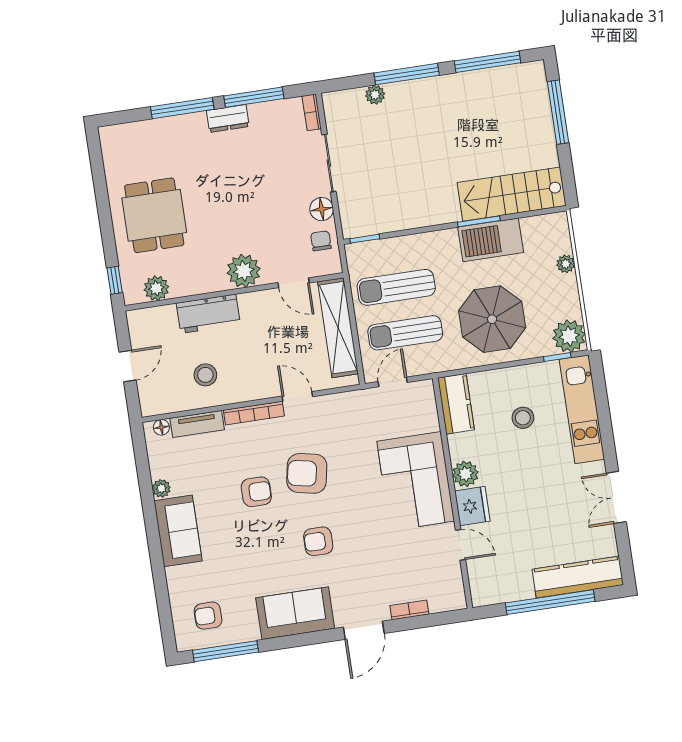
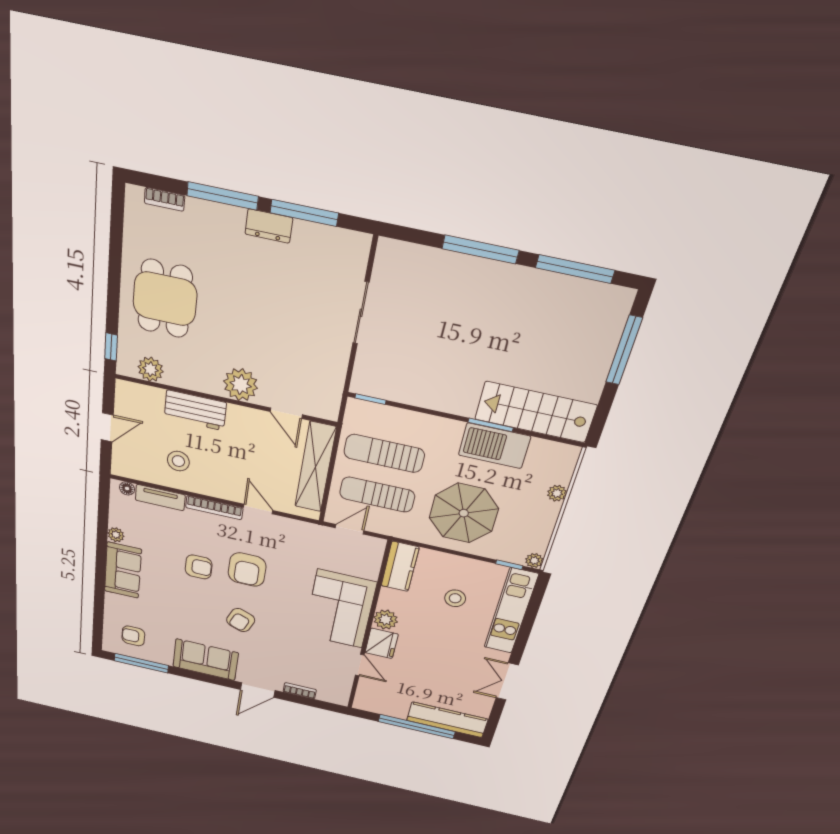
plant: (375, 95) -> (437, 259), removed
bookcase: (312, 112) -> (165, 199), moved, turned -90
floor lamp: (322, 209) -> (337, 355), removed
chair: (321, 241) -> (326, 385), removed
plant: (569, 336) -> (534, 561), width x0.53, depth x0.53
armchair: (307, 473) -> (247, 570), turned -101
armchair: (318, 541) -> (241, 620), turned -68

